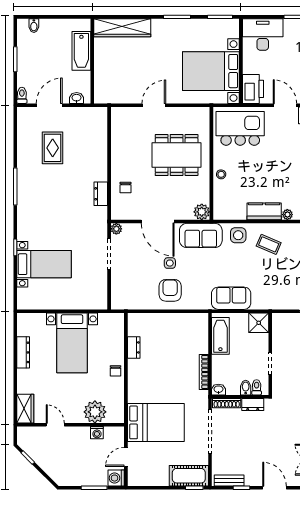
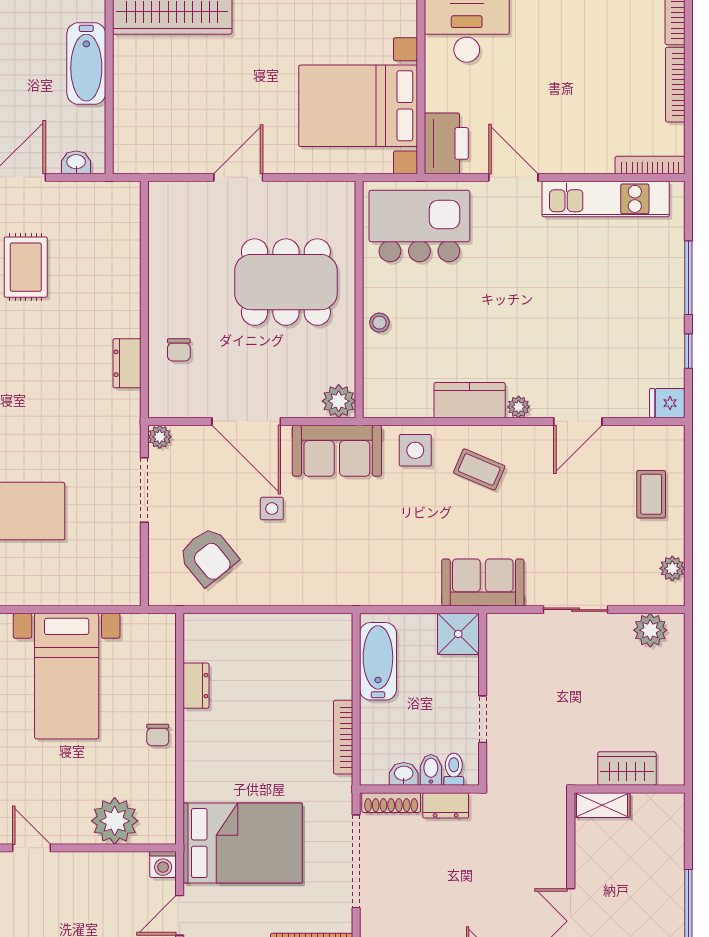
armchair: (170, 290) -> (208, 556), moved, turned 141
sofa: (231, 298) -> (483, 582), moved
washbasin: (218, 390) -> (404, 774), moved
washing machine: (97, 433) -> (163, 864), moved

